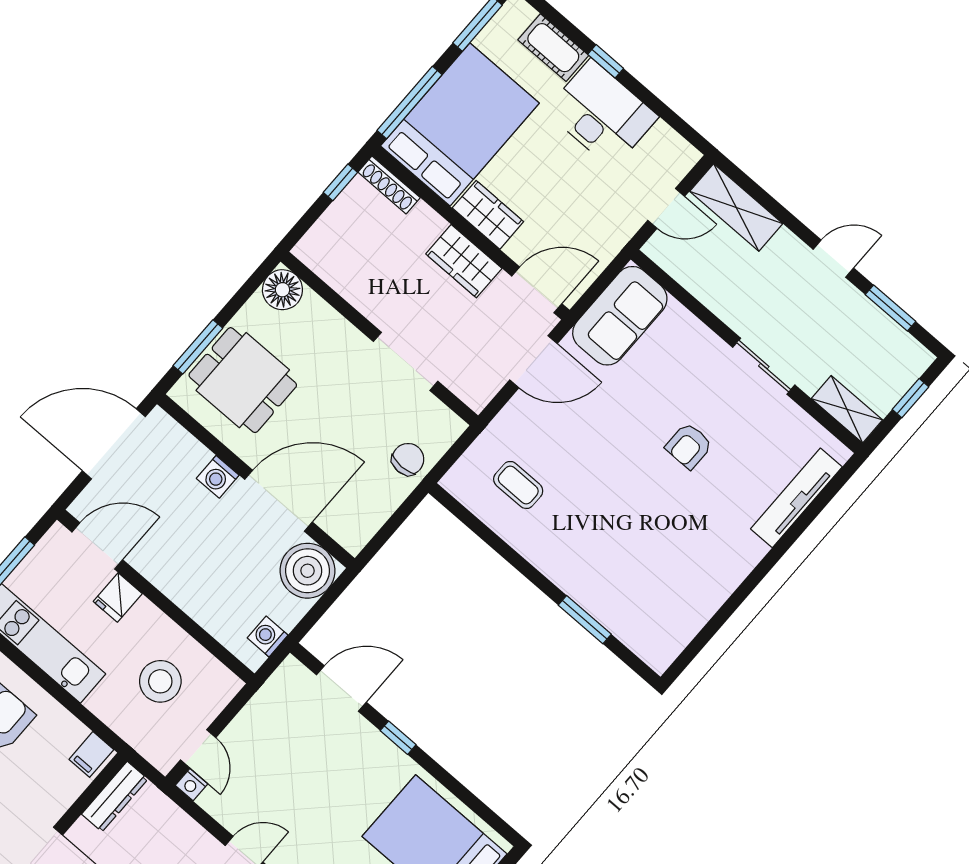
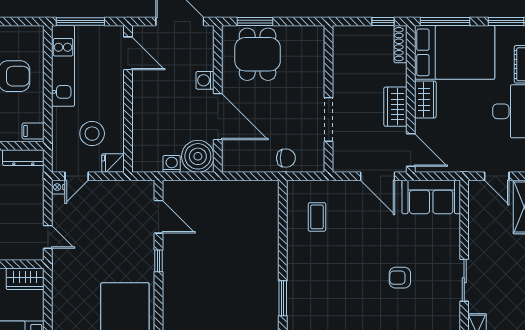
floor lamp: (282, 290) -> (313, 37), removed
fridge: (118, 597) -> (113, 163), moved
washing machine: (268, 637) -> (172, 164), moved

